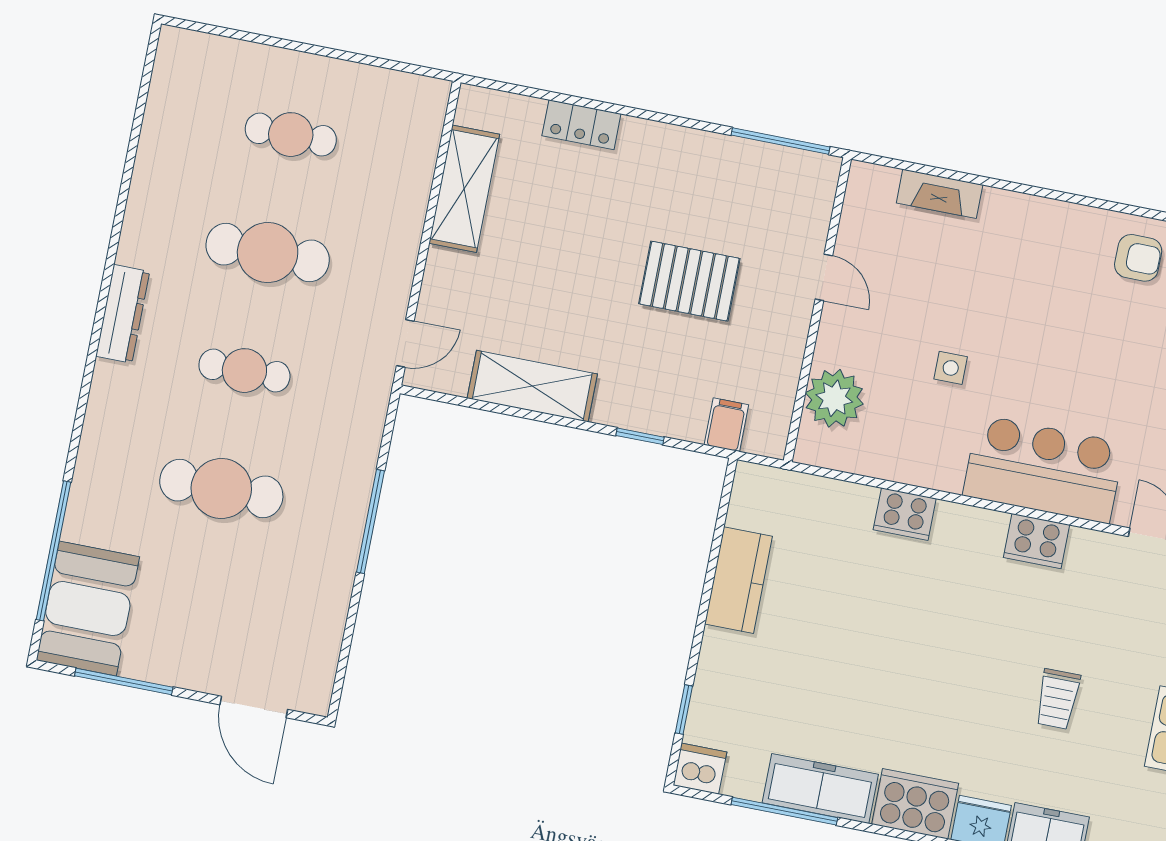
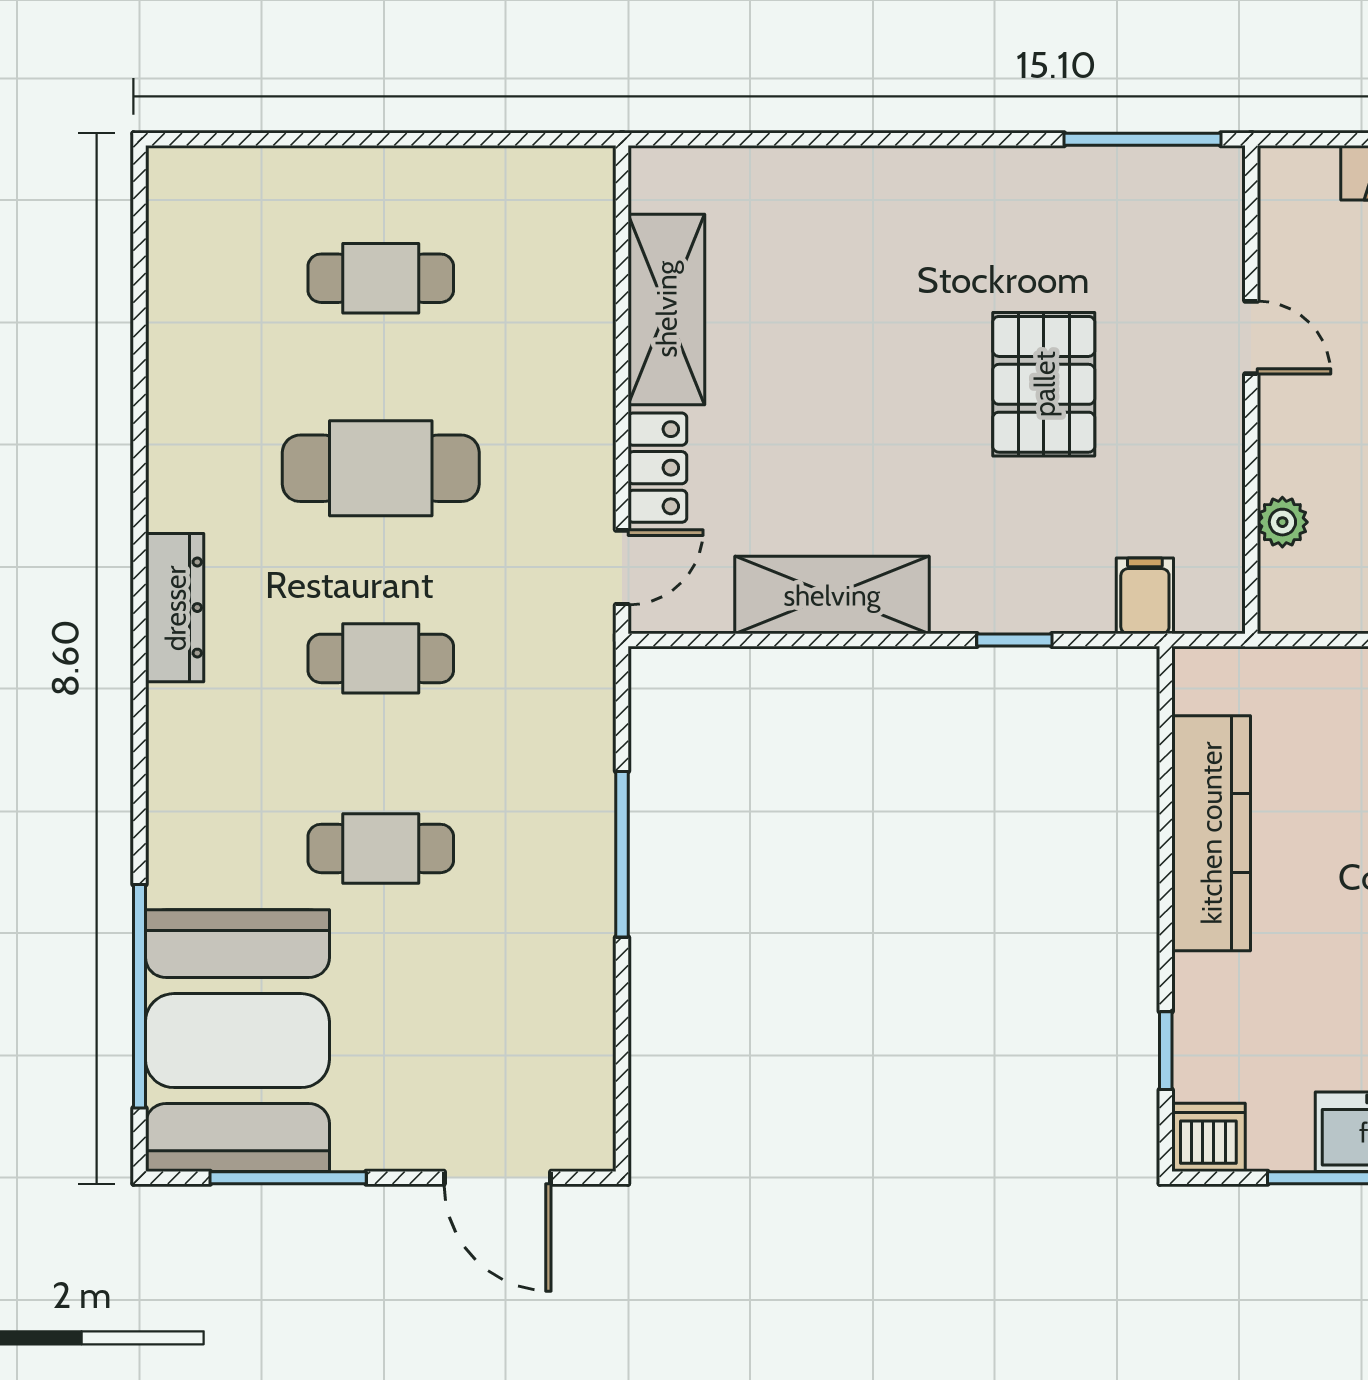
locker: (581, 125) -> (657, 468), moved, turned -90
pallet: (689, 281) -> (1044, 384), turned 90
plant: (834, 398) -> (1282, 522), width x0.53, depth x0.53
cafe table: (221, 488) -> (381, 848), width x0.73, depth x0.74
kitchen counter: (739, 580) -> (1211, 833), width x1.50
booth: (88, 609) -> (237, 1041), width x1.36, depth x1.42

